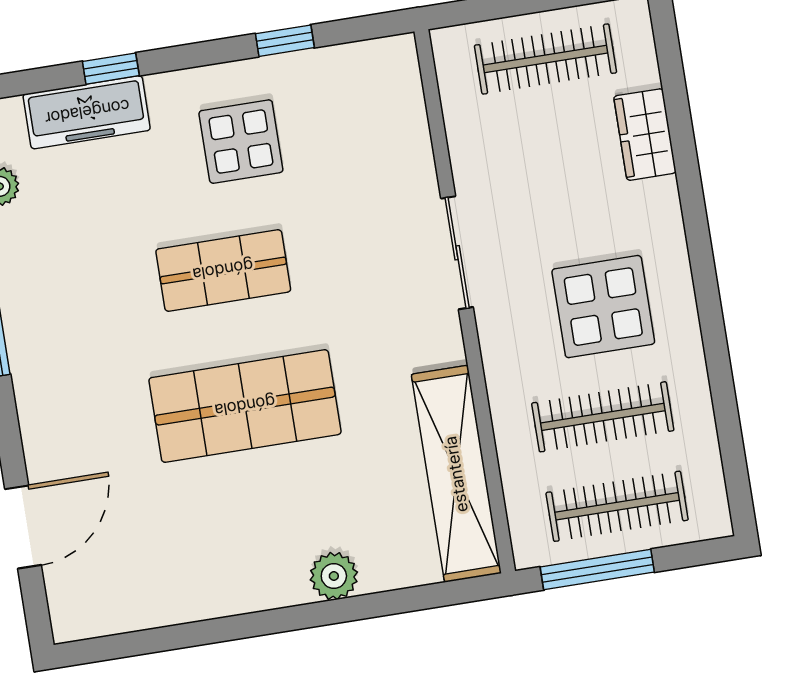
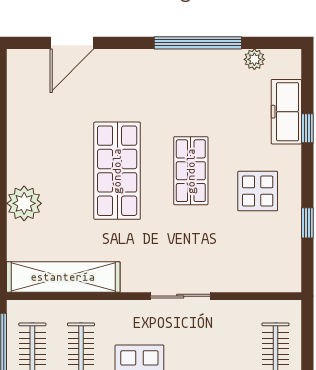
door: (23, 527) -> (72, 43), hinge flipped
plant: (334, 576) -> (24, 203), width x1.36, depth x1.36

